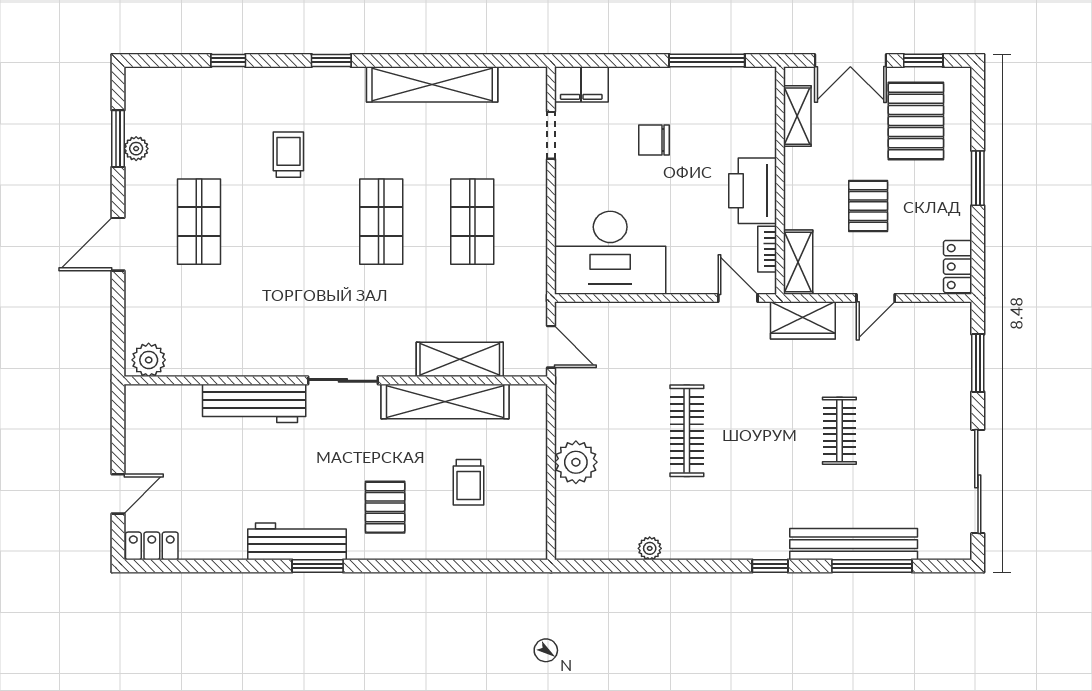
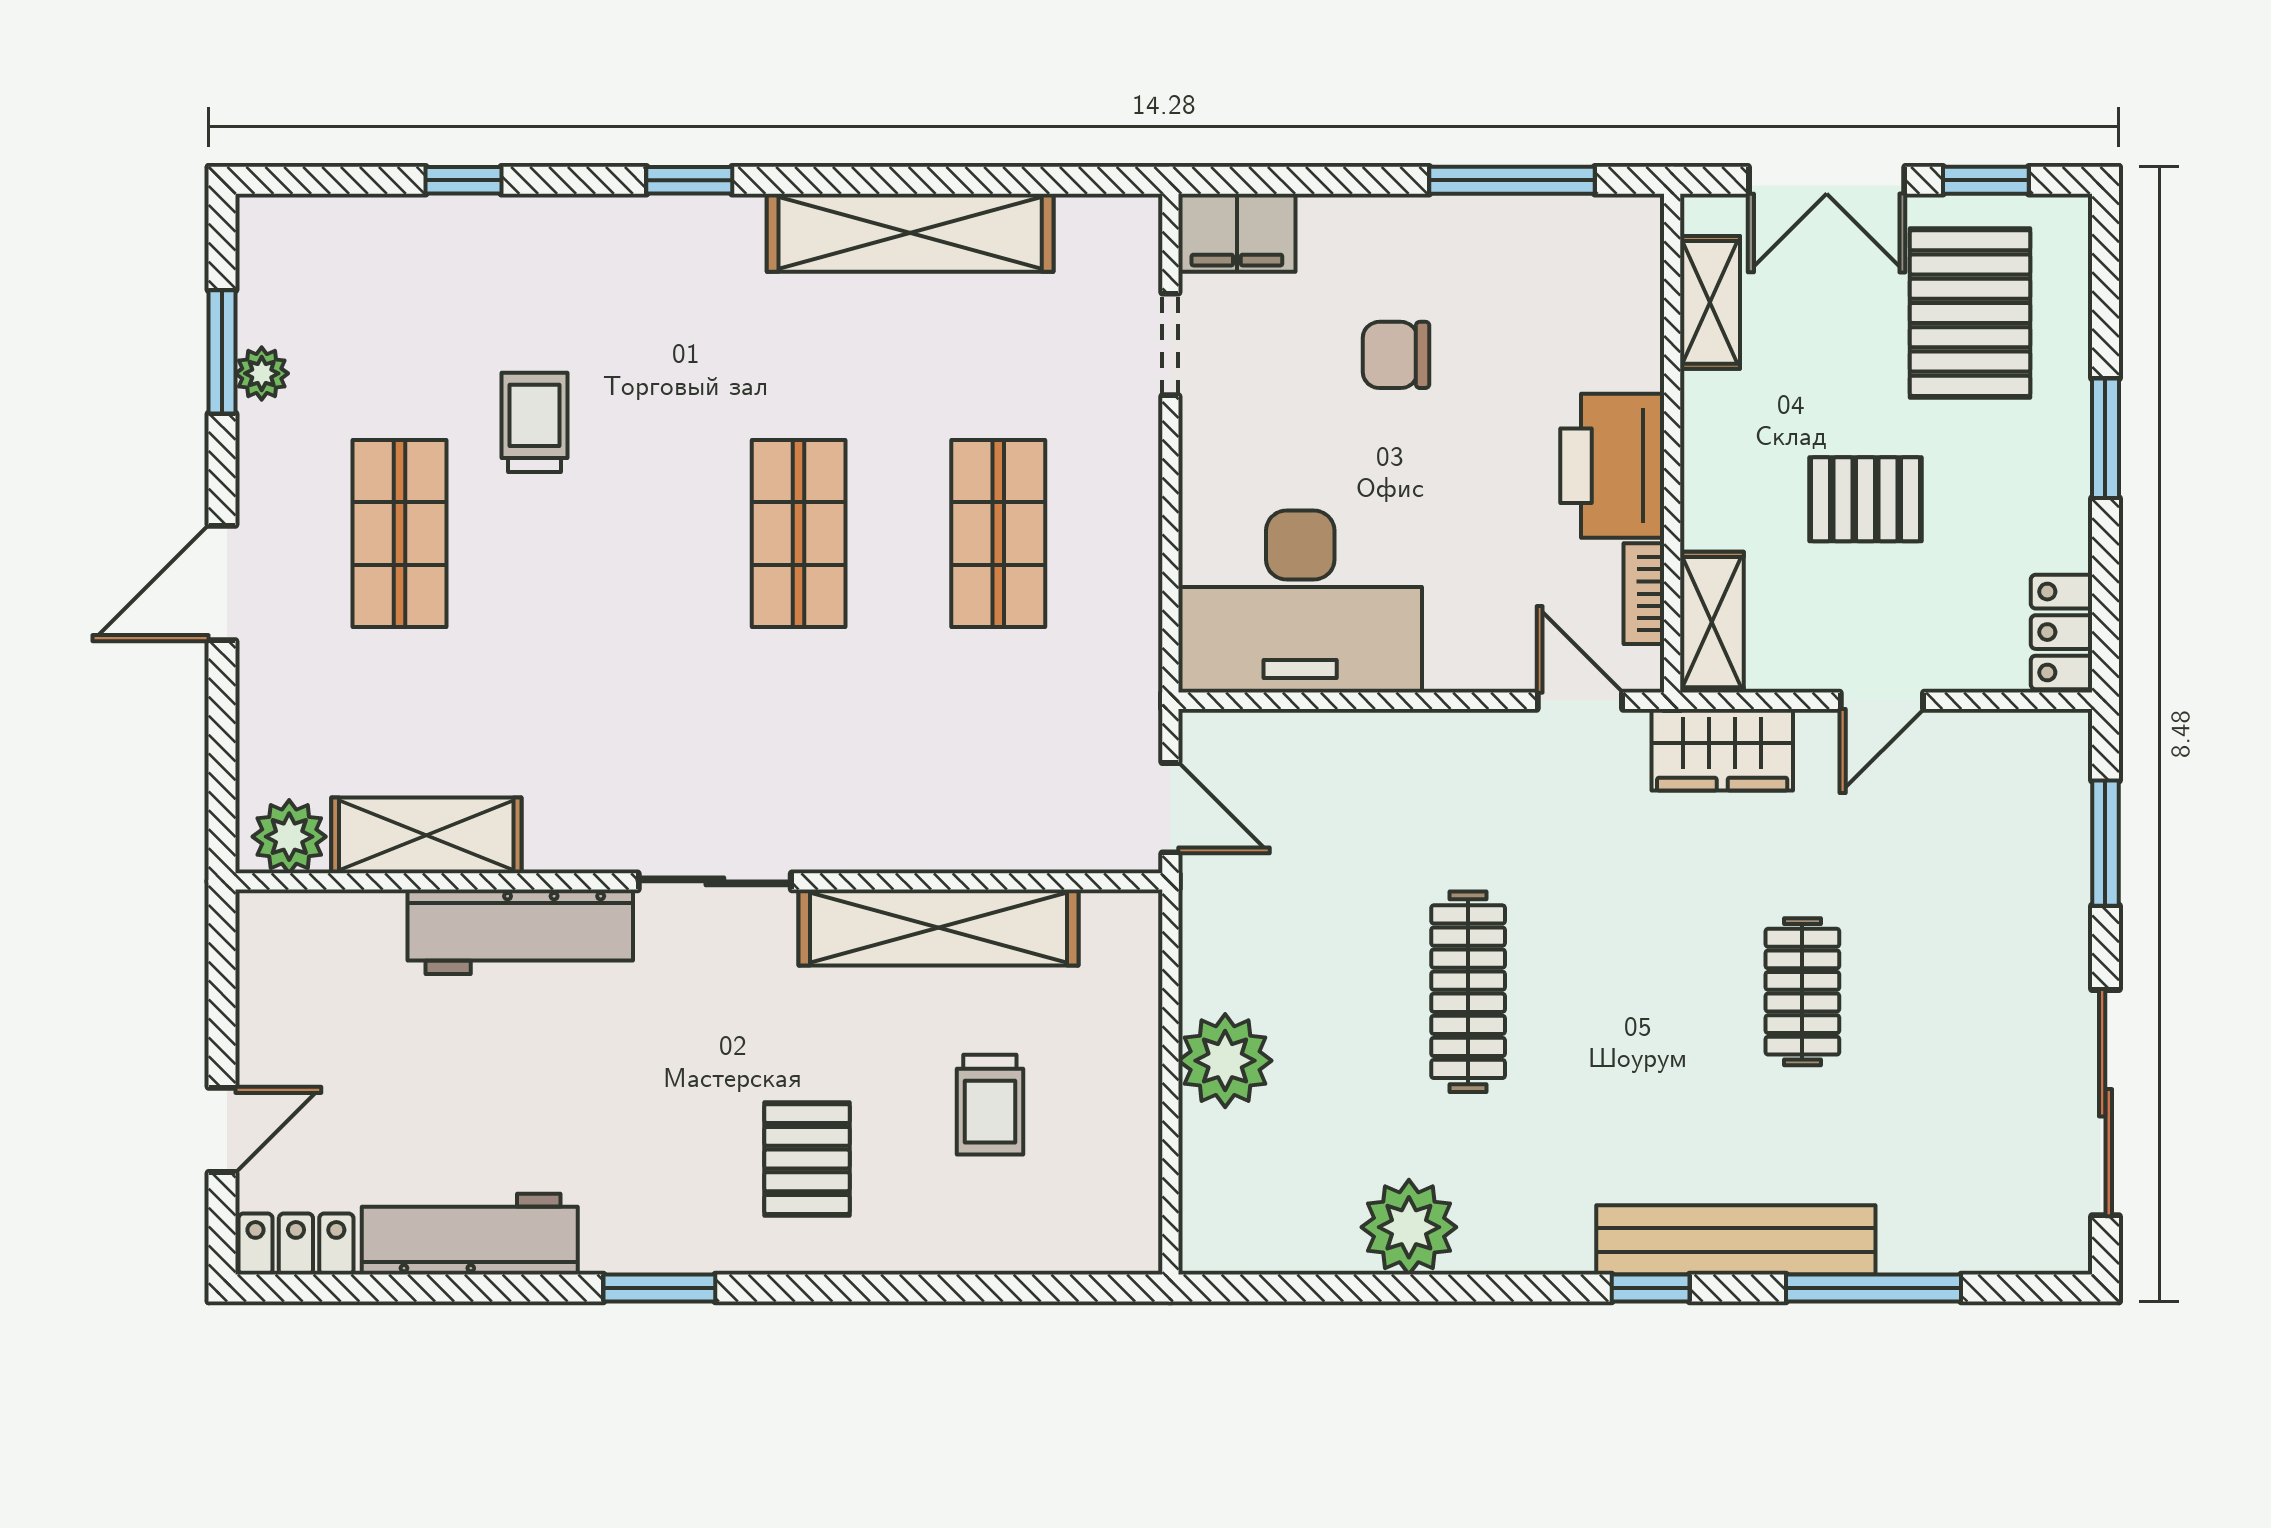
trolley: (288, 155) -> (535, 422), moved
pallet: (868, 206) -> (1866, 499), turned 90
shelving: (460, 359) -> (426, 835), moved
workbench: (297, 541) -> (470, 1234), moved
bench: (854, 544) -> (1736, 1240), moved
plant: (650, 548) -> (1409, 1227), width x1.88, depth x1.88

